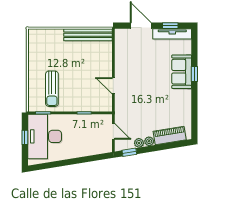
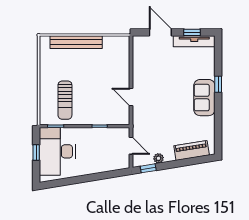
bench: (88, 35) -> (76, 42), moved
sofa: (182, 72) -> (204, 98), moved
plant: (149, 141) -> (169, 157), removed

